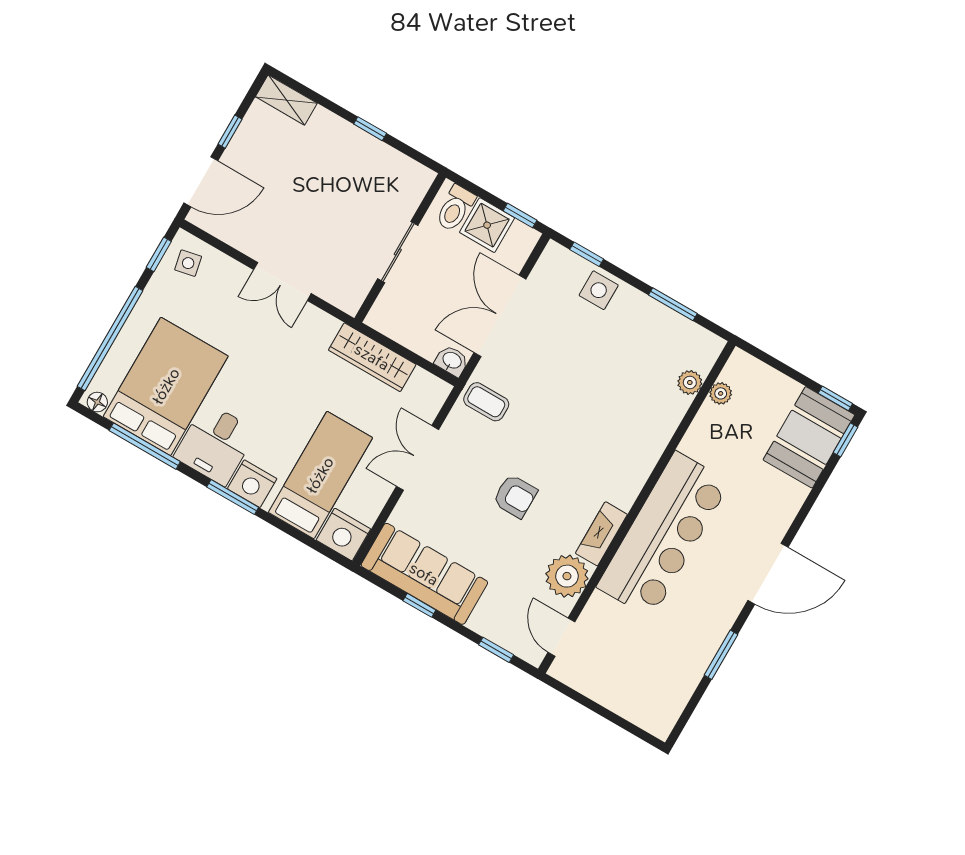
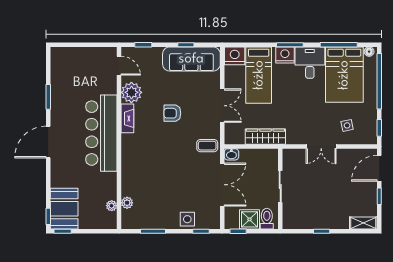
side table: (188, 263) -> (347, 125), moved
double door: (282, 282) -> (321, 146), swing flipped

